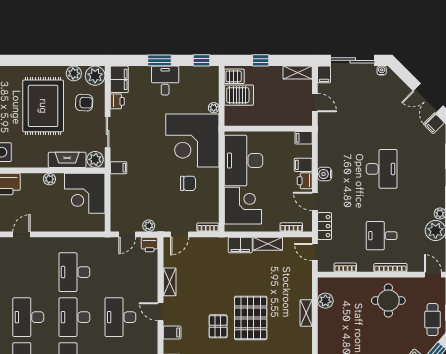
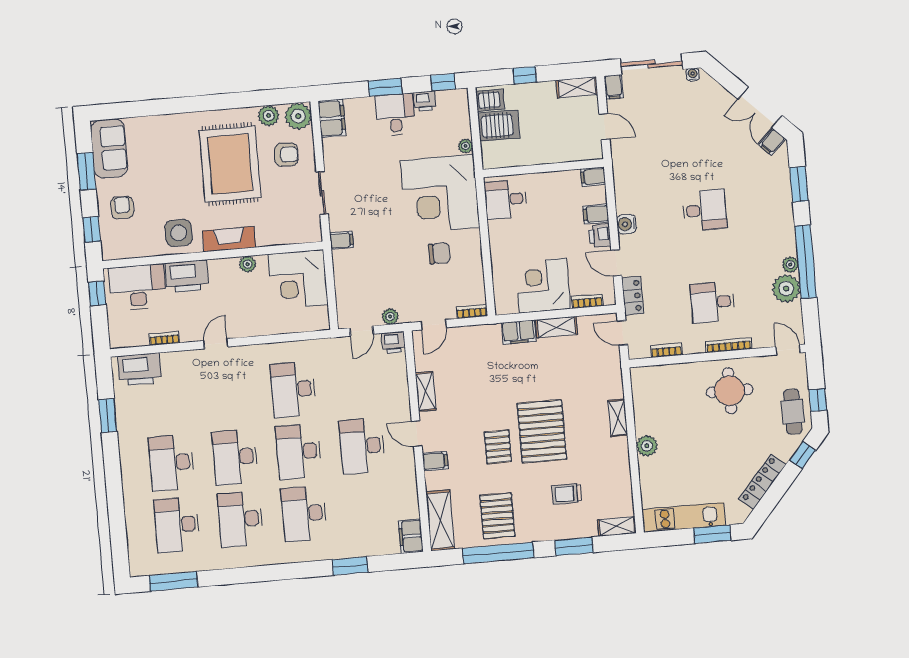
printer: (117, 101) -> (425, 101), moved, turned 90
plant: (95, 159) -> (308, 232), removed
fireplace: (67, 160) -> (229, 239), moved
desk: (244, 161) -> (506, 199), width x0.53, depth x0.77
desk: (382, 169) -> (705, 210), width x0.73
corner desk: (243, 206) -> (543, 286), moved, turned -90
plant: (325, 301) -> (647, 446), moved

